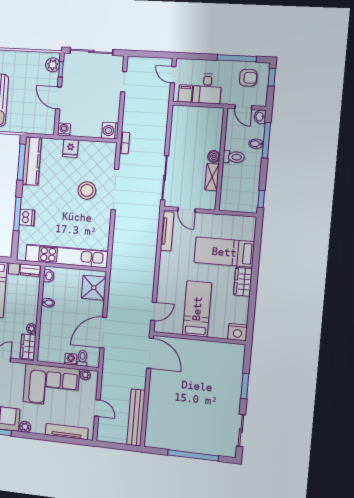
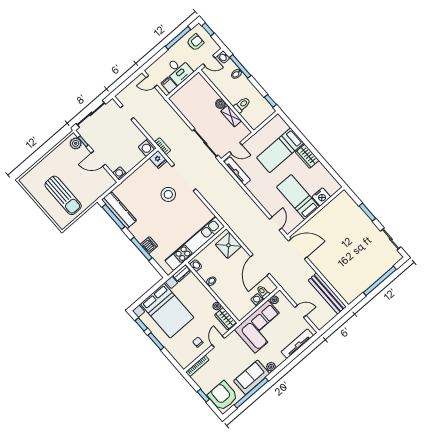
fridge: (70, 148) -> (158, 159), moved
toilet: (234, 157) -> (242, 105), moved
nightstand: (237, 332) -> (321, 197), moved

